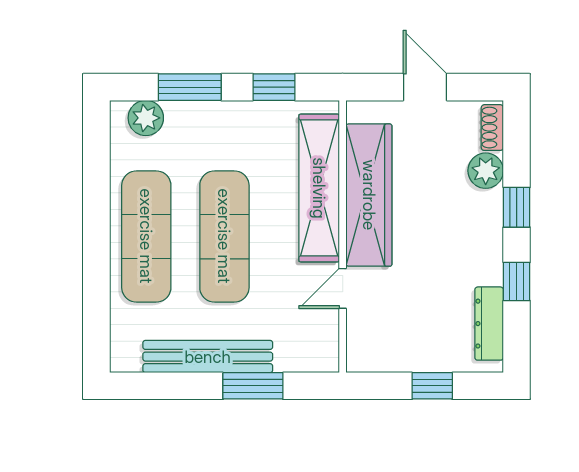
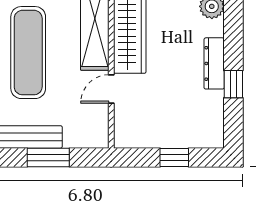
window: (517, 207) -> (233, 32), removed
dresser: (489, 324) -> (214, 63), moved

